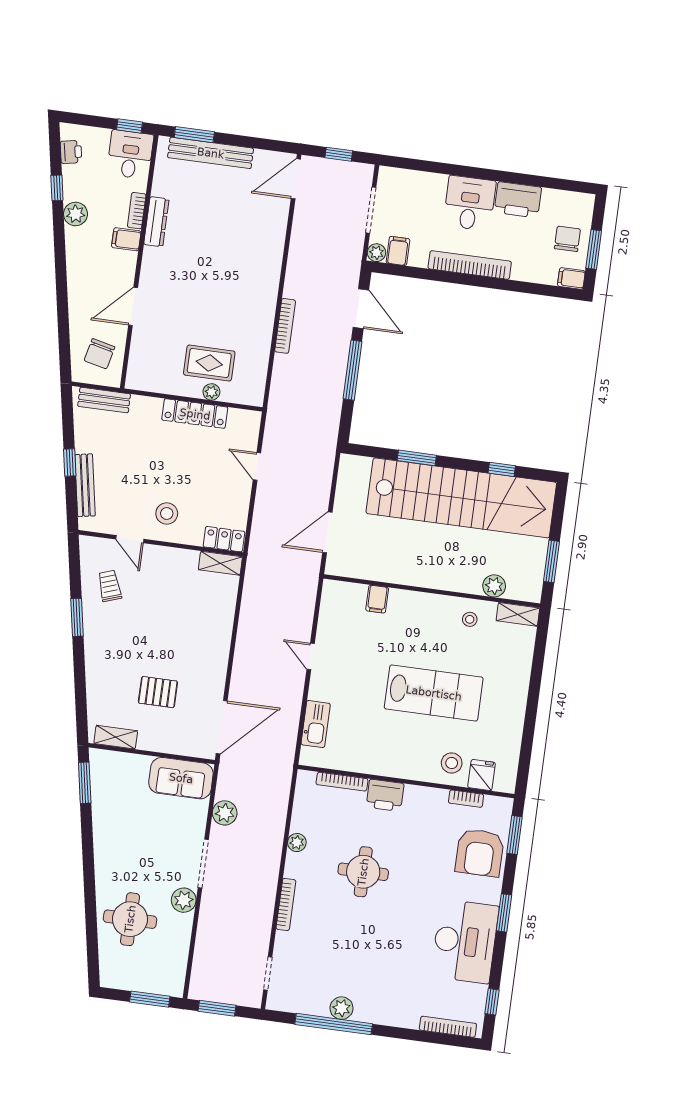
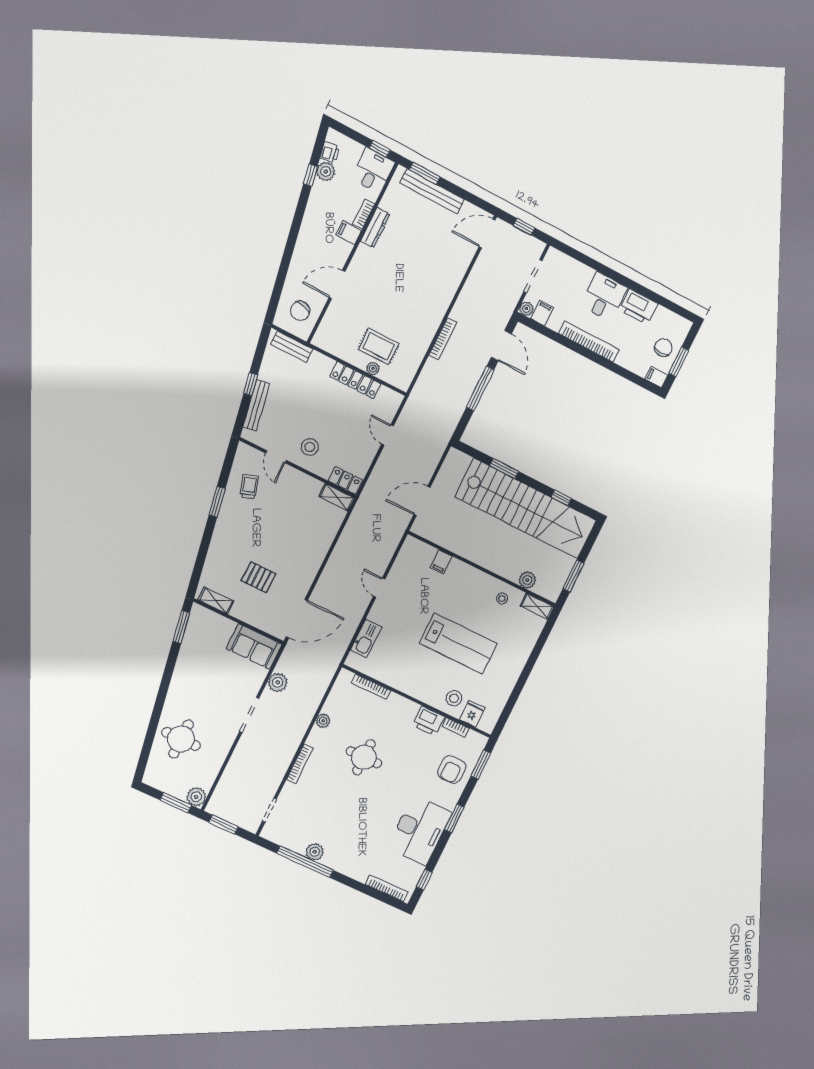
plant: (76, 214) -> (326, 172), moved
printer: (385, 795) -> (429, 721), moved
armchair: (480, 853) -> (452, 769), width x0.73, depth x0.73
plant: (184, 900) -> (196, 797), moved

